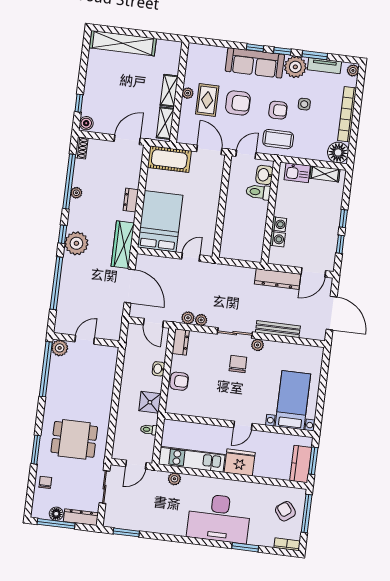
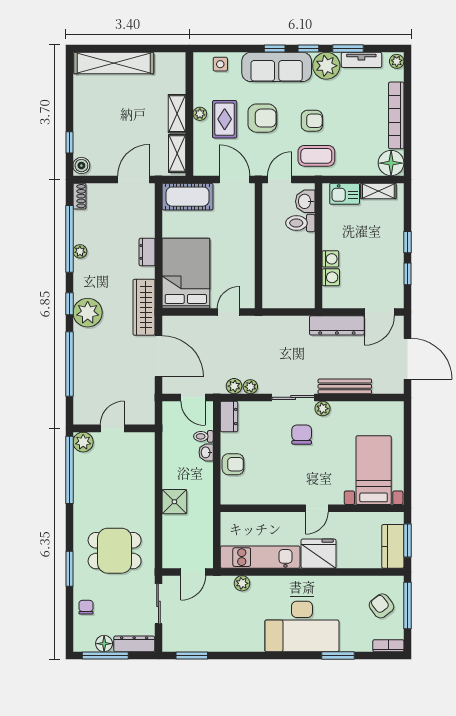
side table: (304, 104) -> (220, 64), moved
shower: (150, 402) -> (174, 502), moved
toilet: (149, 430) -> (203, 436), moved

